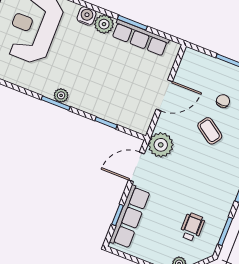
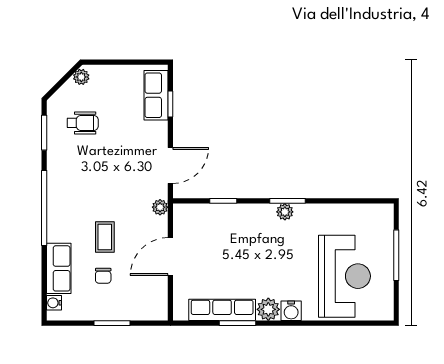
coffee table: (210, 131) -> (105, 237), turned 55
plant: (161, 145) -> (160, 207), width x0.53, depth x0.53
row of seats: (130, 217) -> (156, 95), width x0.68
wheelchair: (192, 227) -> (83, 123), turned -90

